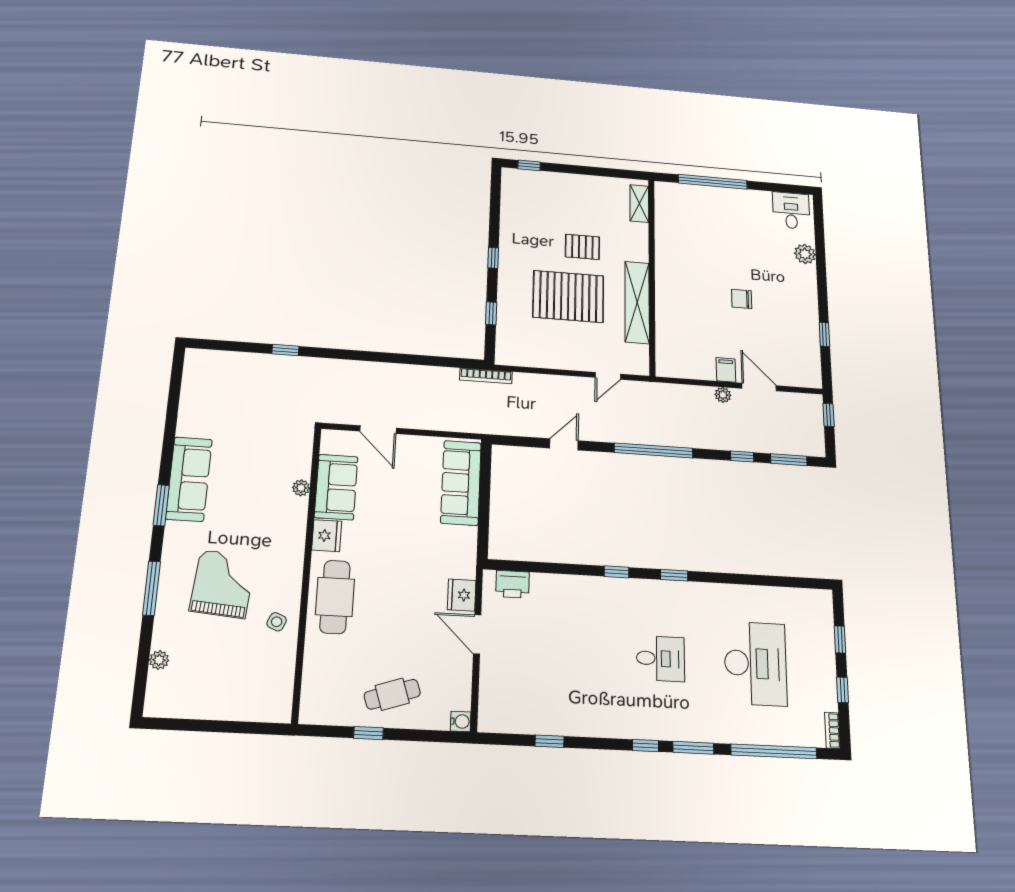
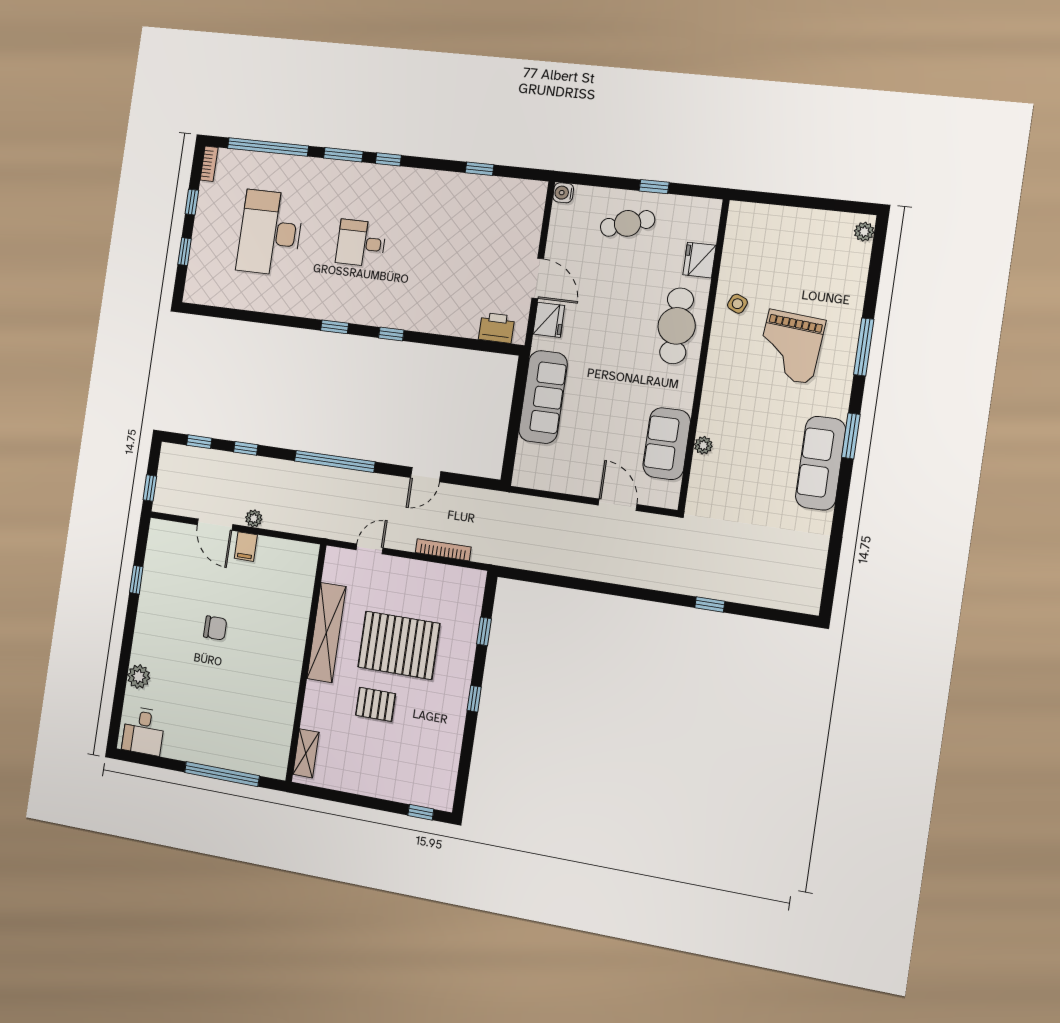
bookcase: (486, 376) -> (443, 550), moved
window: (789, 460) -> (199, 442), width x0.67
sofa: (461, 483) -> (543, 397), moved
fridge: (327, 536) -> (699, 260), moved
plant: (159, 660) -> (864, 232), moved

